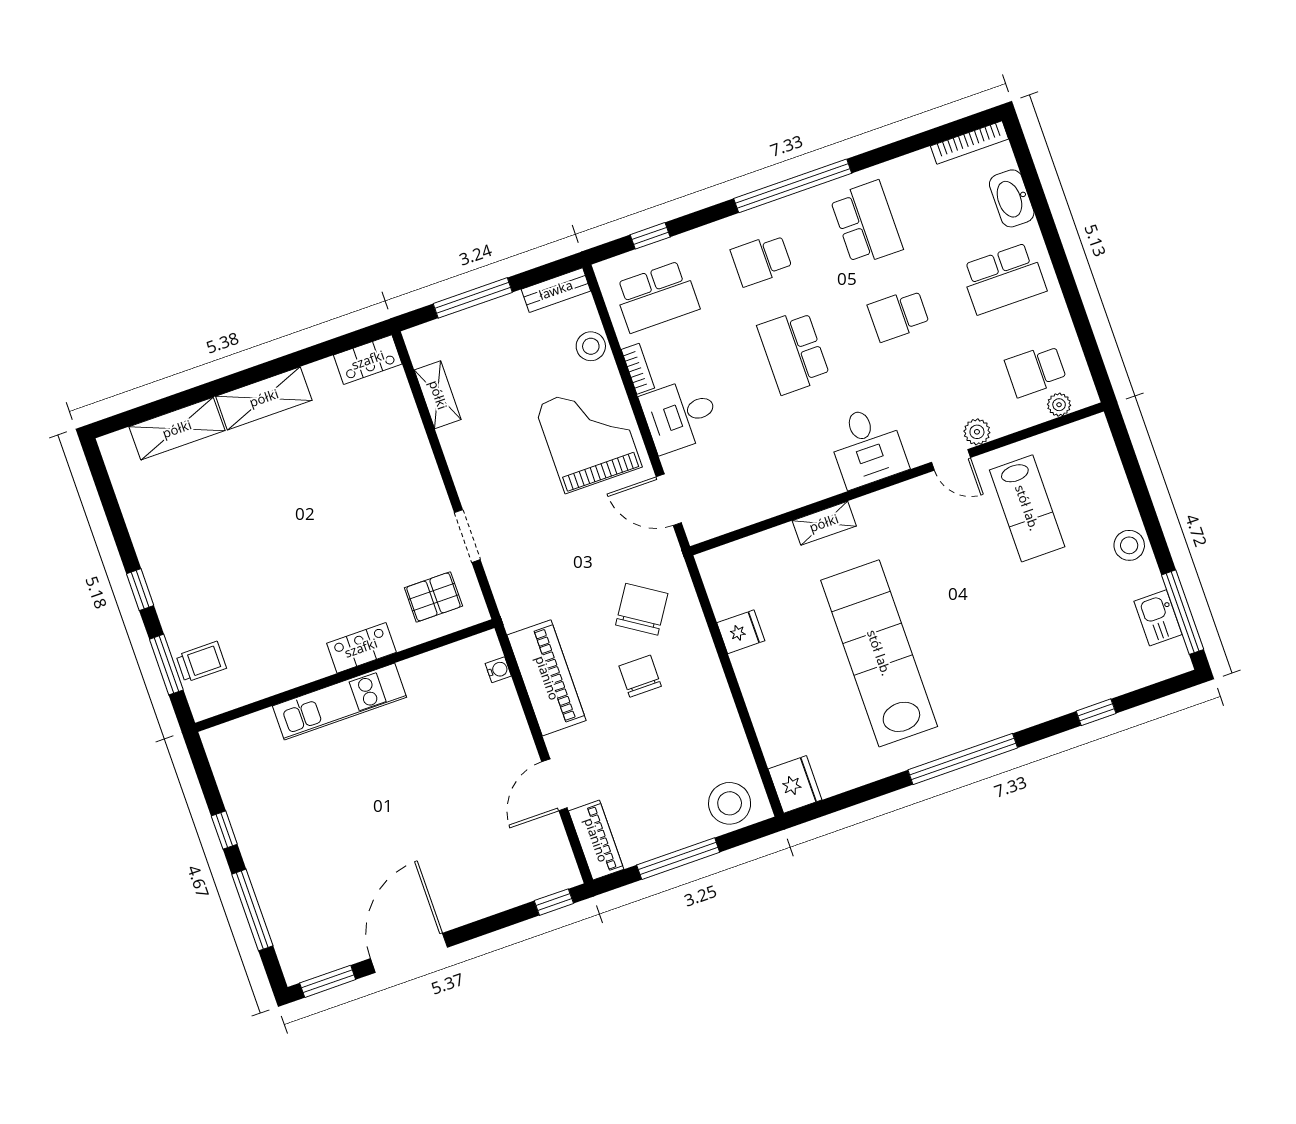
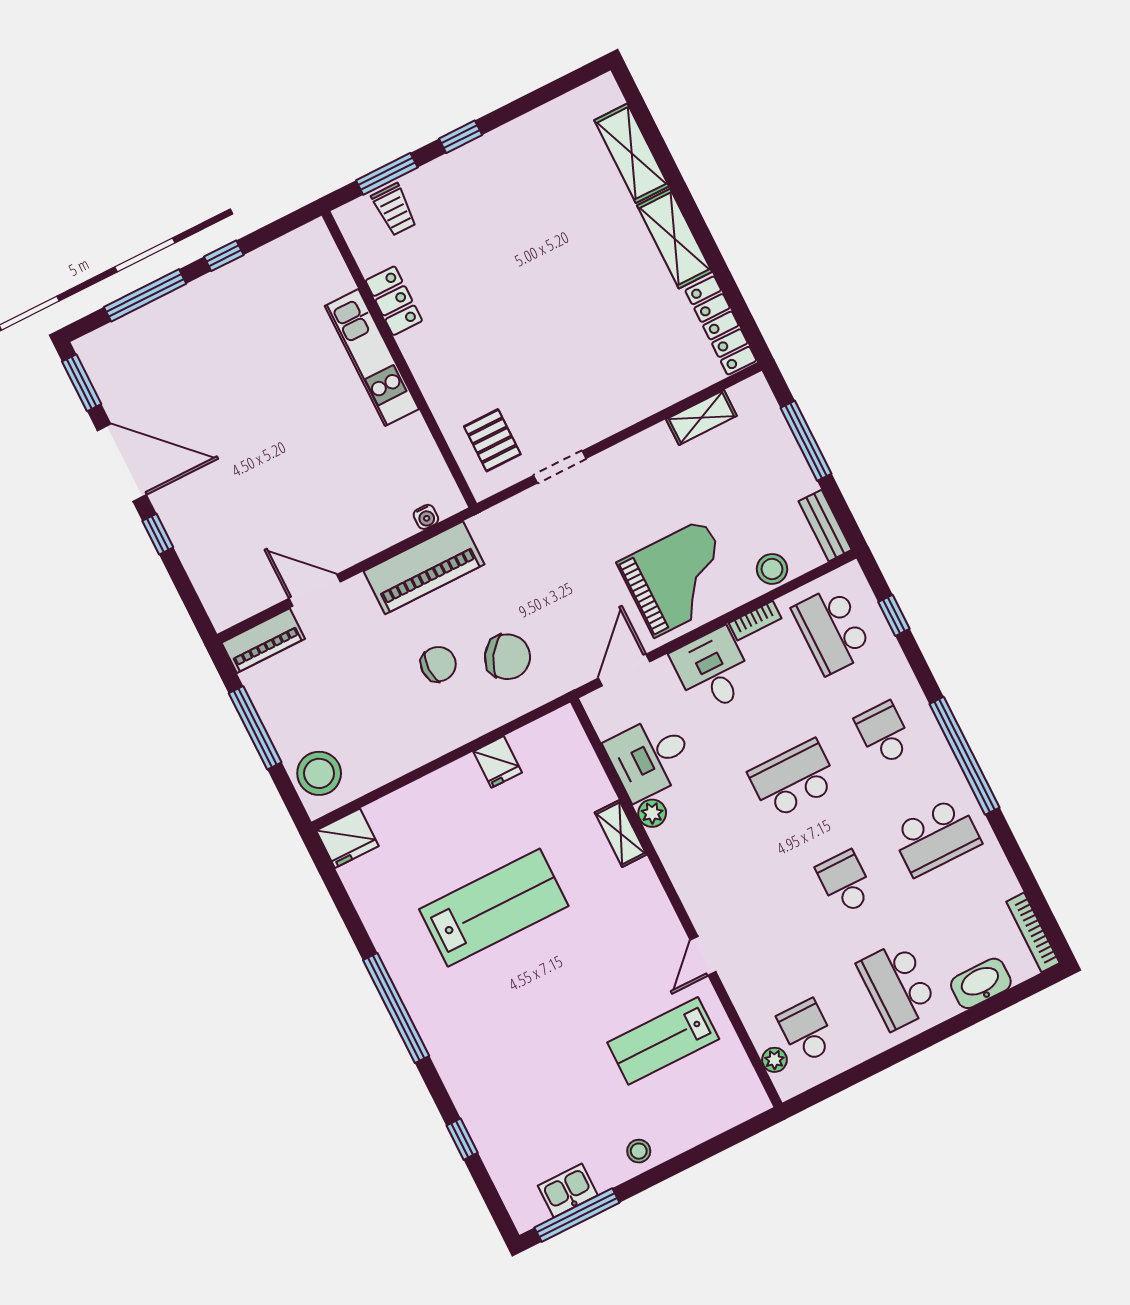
locker: (368, 360) -> (721, 326), width x1.53
plant: (977, 432) -> (652, 813), moved
desk: (867, 446) -> (650, 757), moved
stool: (1129, 545) -> (639, 1151), width x0.73, depth x0.73
locker: (361, 648) -> (394, 301), moved
lab bench: (879, 653) -> (494, 908), width x0.73
window: (554, 902) -> (158, 534), moved

